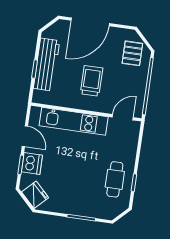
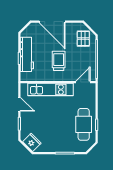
door: (90, 22) -> (52, 22), hinge flipped
dishwasher: (32, 164) -> (27, 122), removed
cafe table: (115, 179) -> (84, 124), width x1.37, depth x1.35

